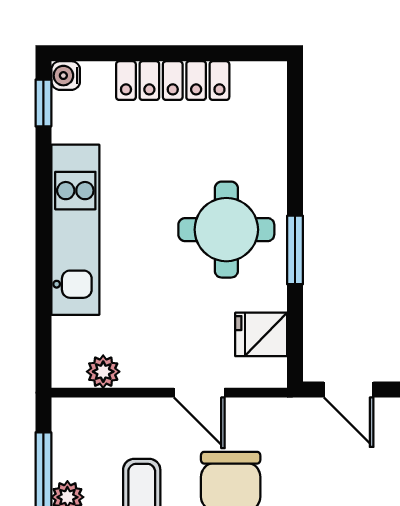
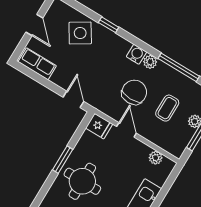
fridge: (261, 334) -> (99, 126), moved

